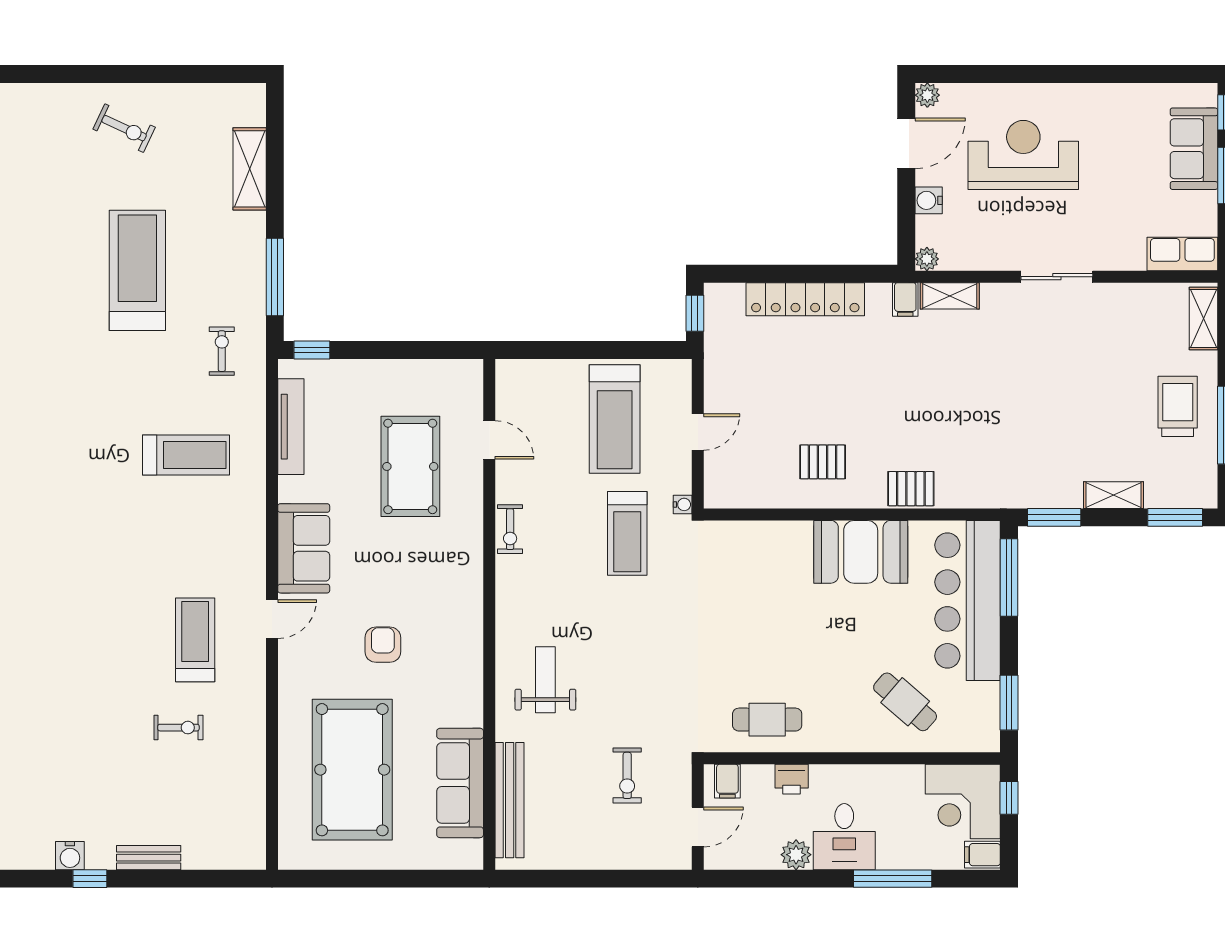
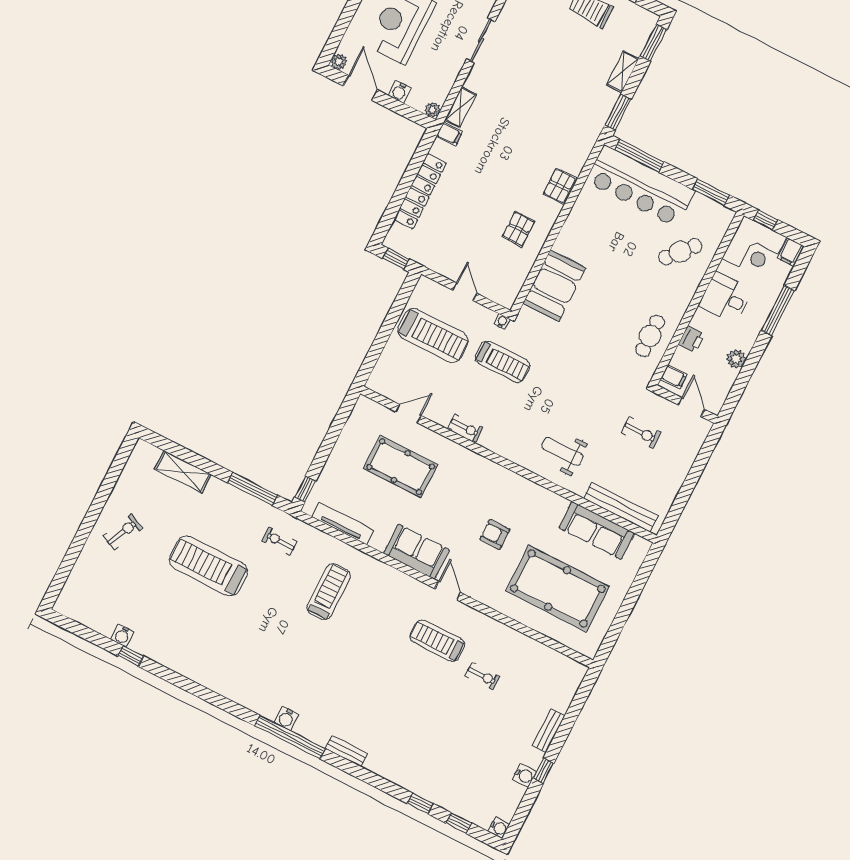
booth: (861, 552) -> (555, 286), moved
exercise bike: (178, 728) -> (483, 676), turned 90
desk: (844, 837) -> (726, 298), moved, turned 180

